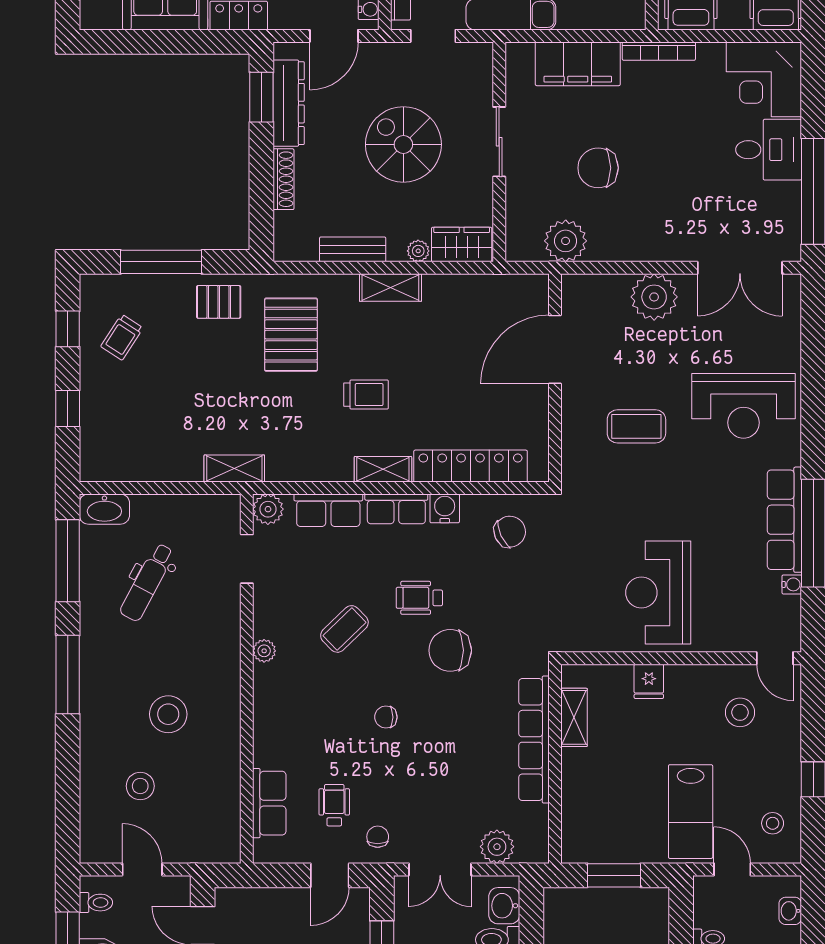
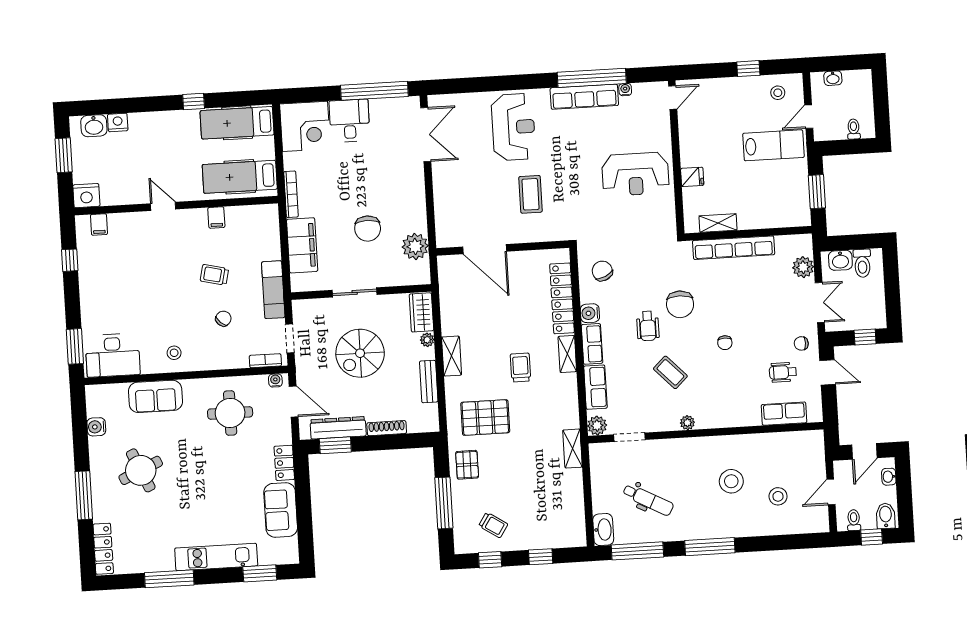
plant: (654, 297) -> (448, 188), removed
stool: (740, 712) -> (708, 118), removed

